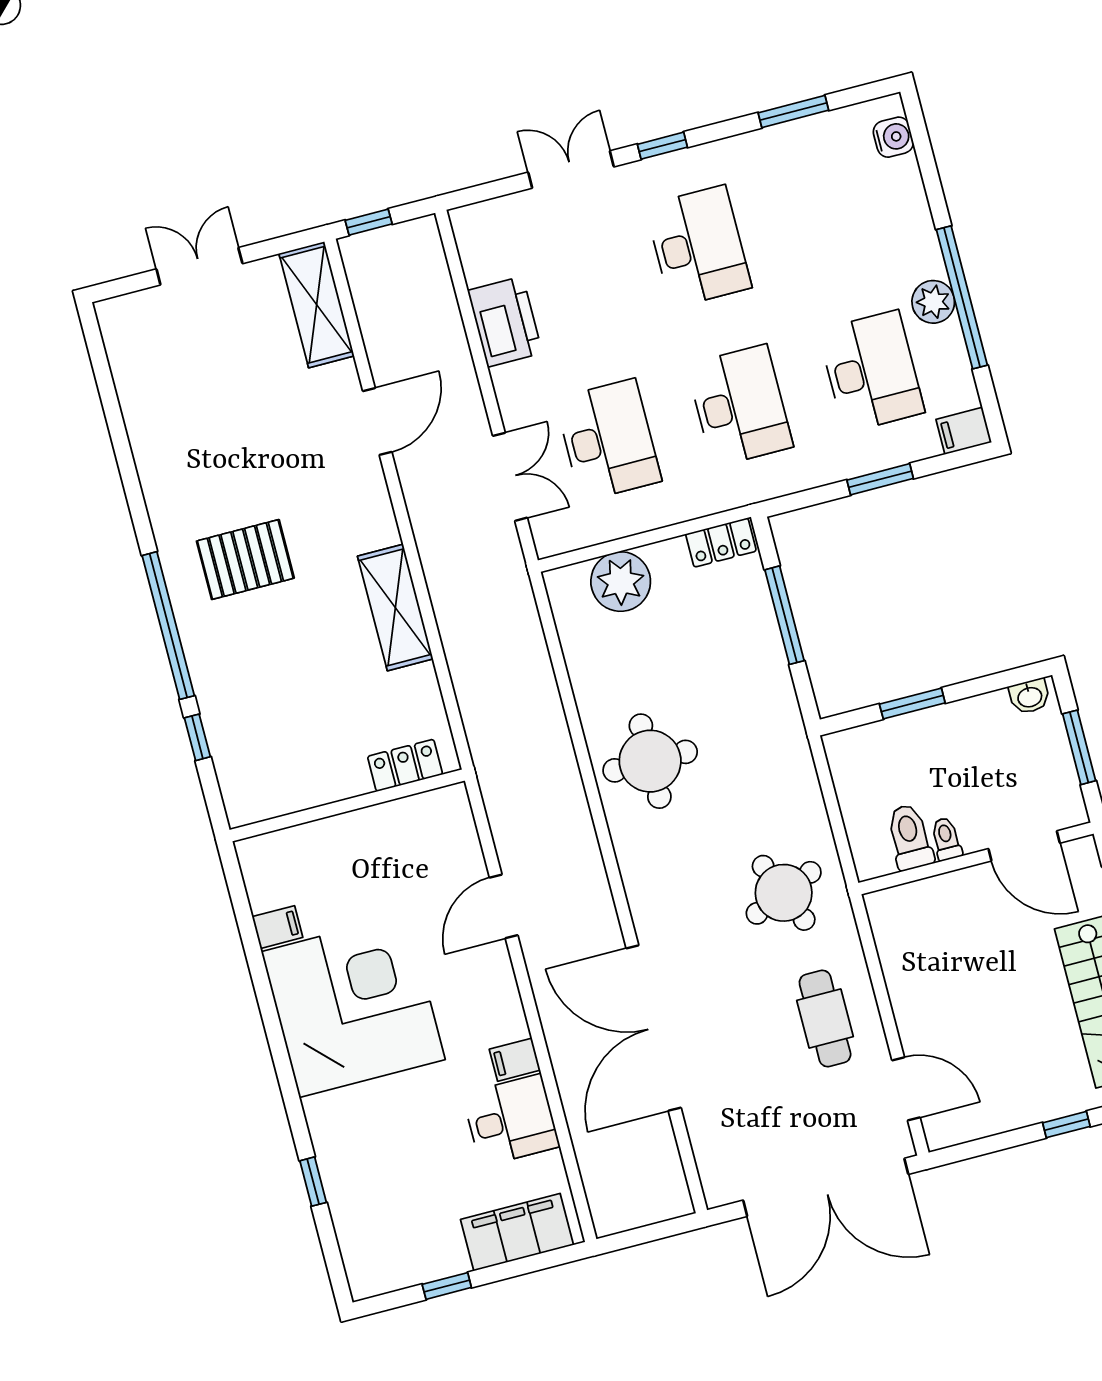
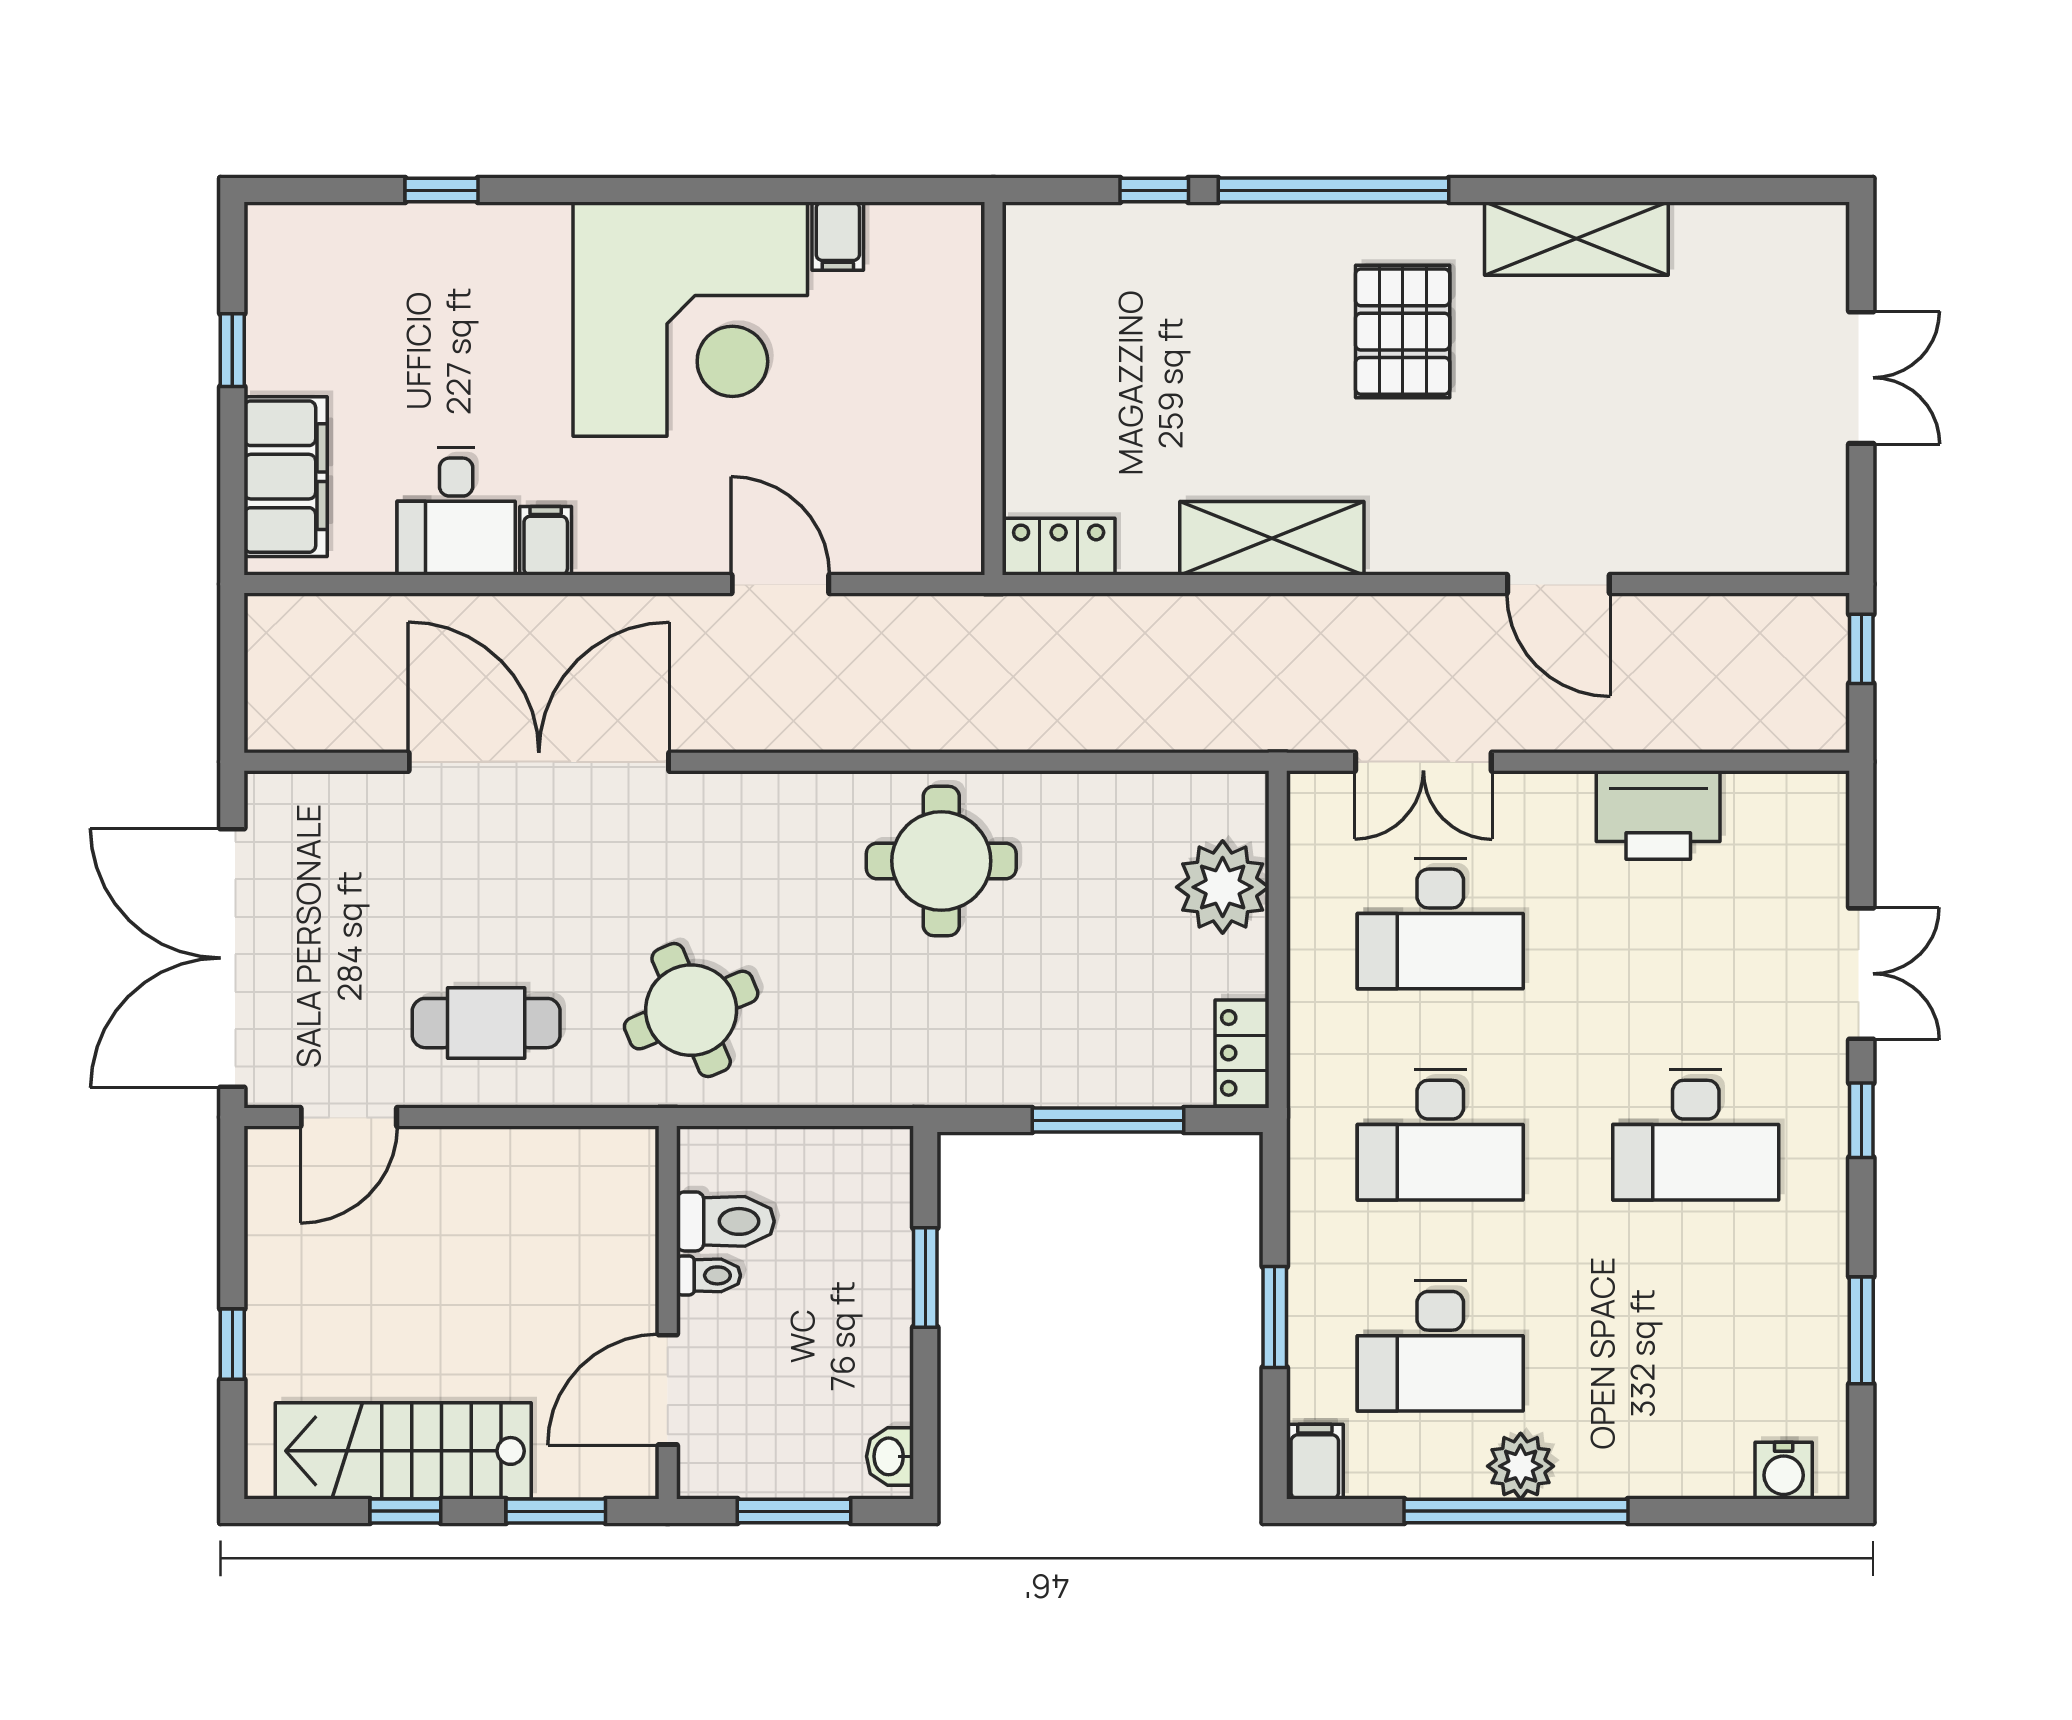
shelving: (317, 305) -> (1576, 239), moved
locker: (405, 765) -> (1059, 547), moved, turned -90

